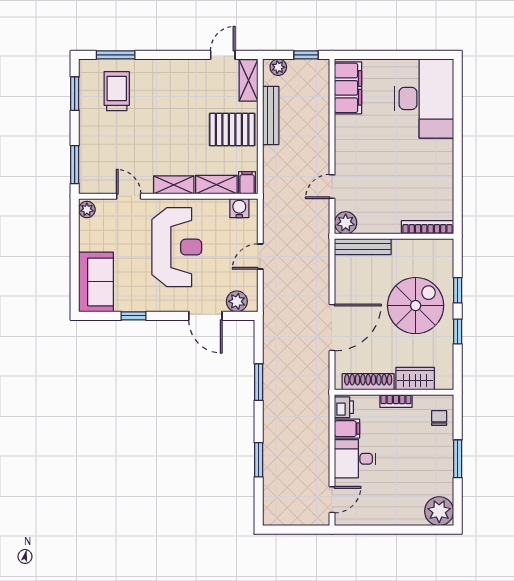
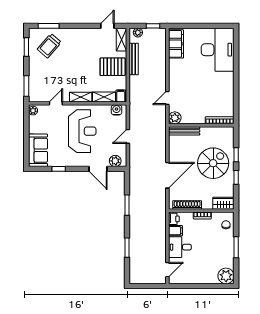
trolley: (117, 91) -> (49, 46), turned -139
door: (129, 196) -> (56, 103), hinge flipped
wardrobe: (415, 379) -> (223, 203), moved

